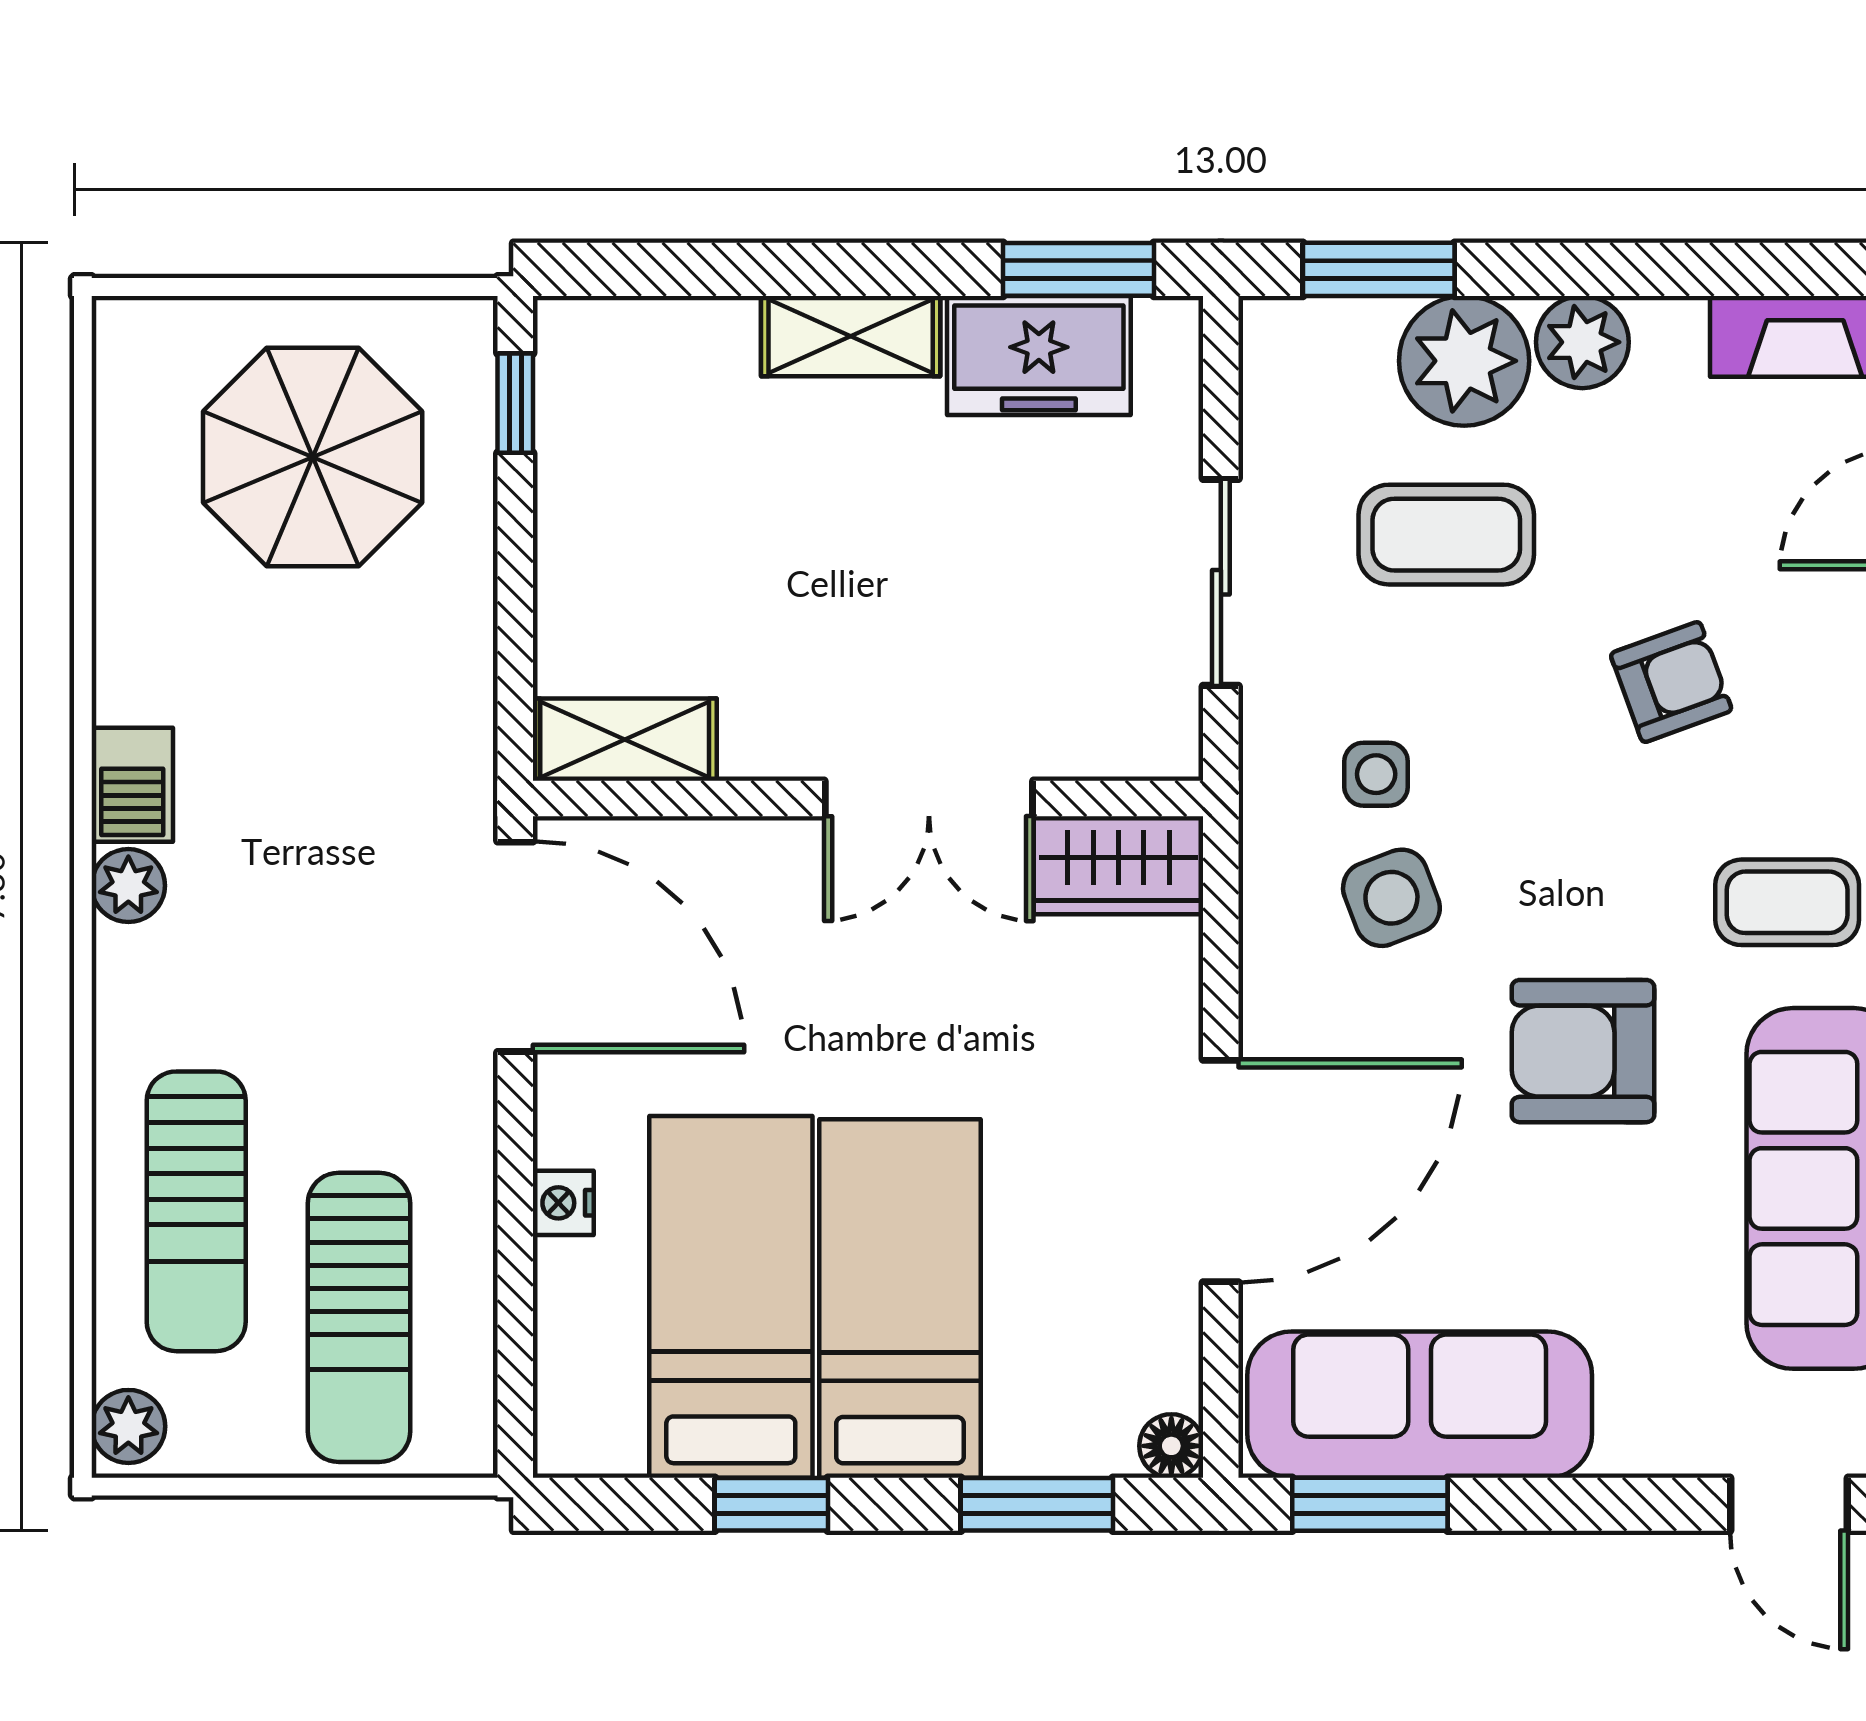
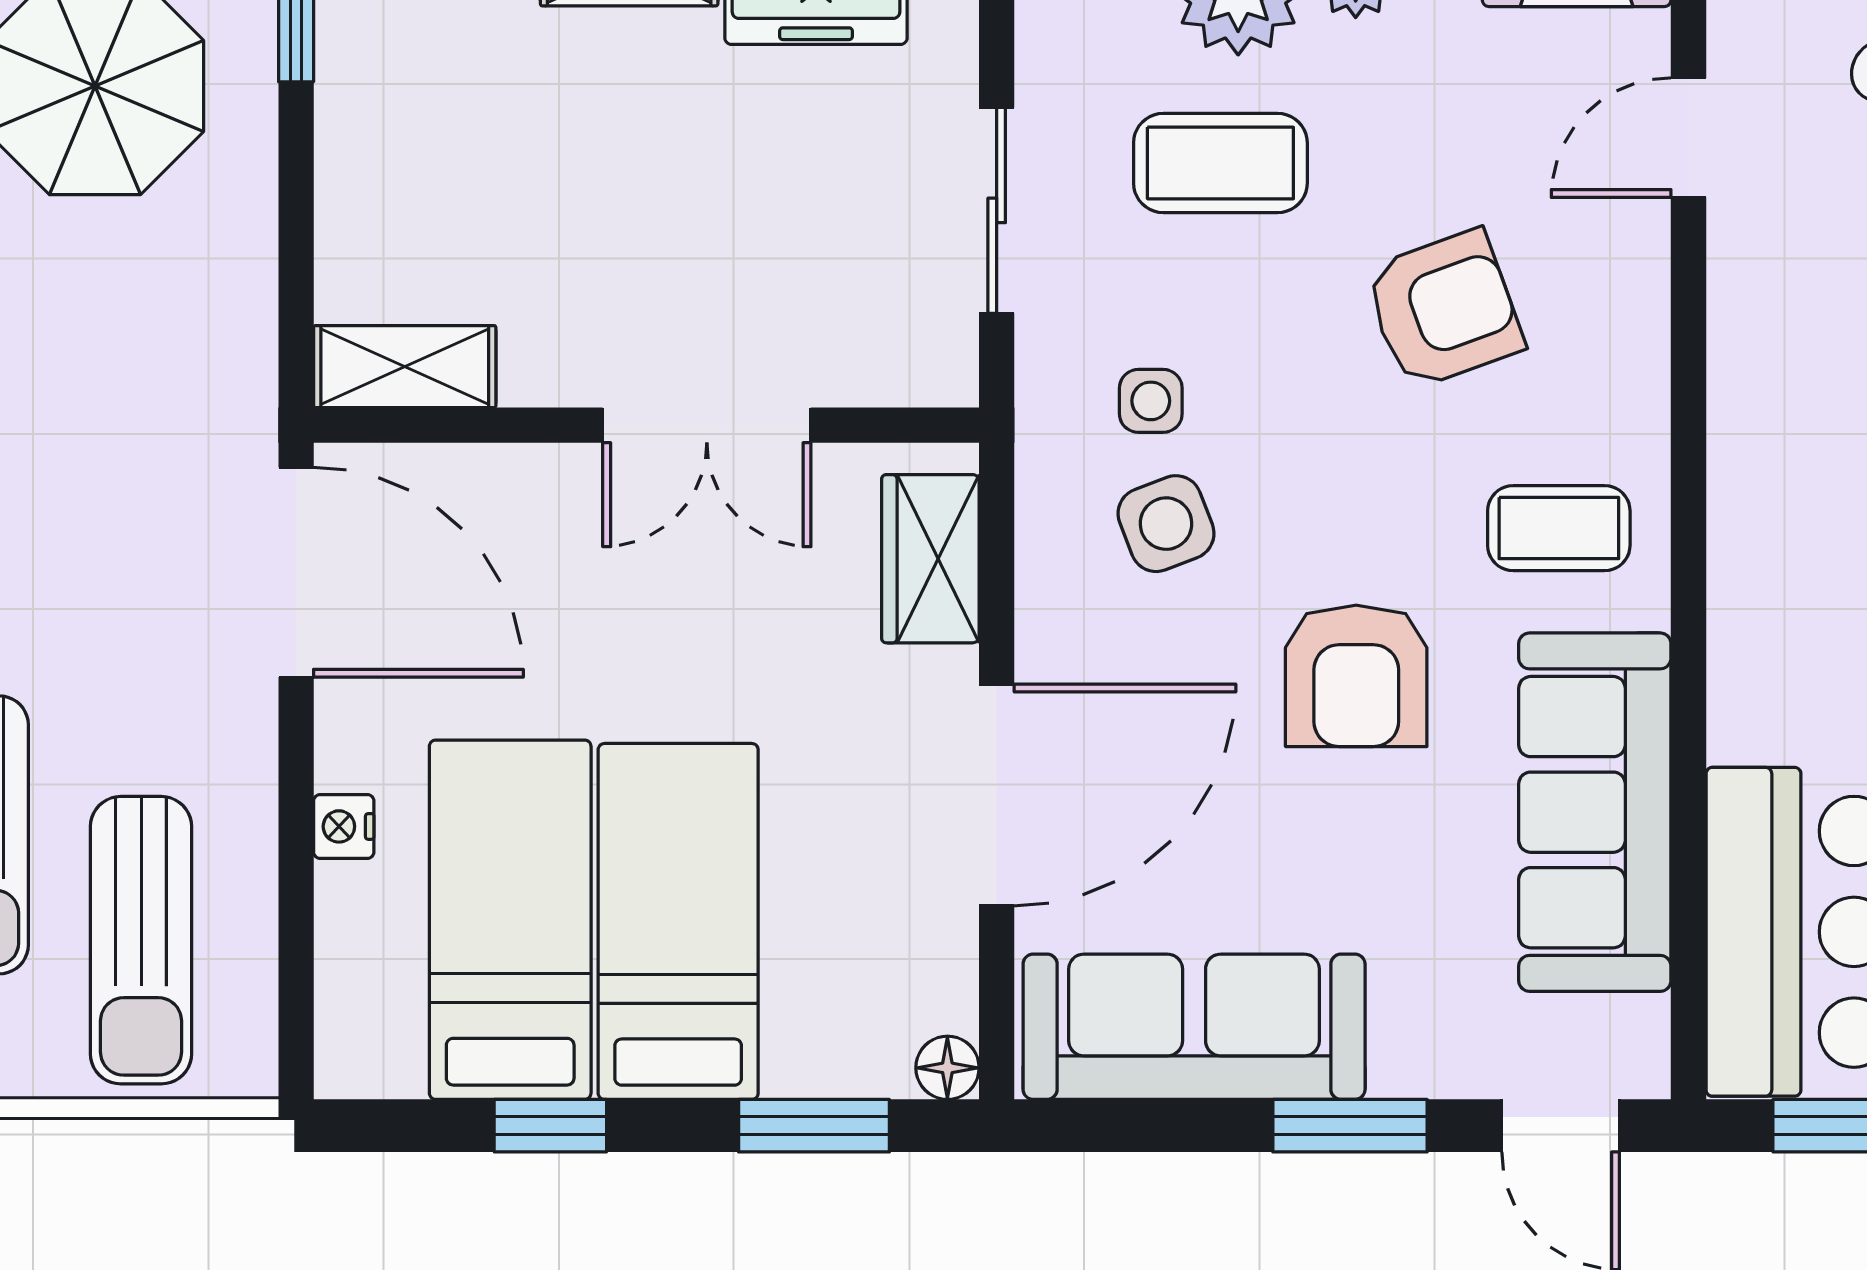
armchair: (1671, 682) -> (1444, 309), width x1.38, depth x1.38
wardrobe: (1118, 865) -> (930, 559), moved, turned 90
armchair: (1583, 1051) -> (1356, 676), turned -90
window: (1370, 1504) -> (1350, 1126), moved

